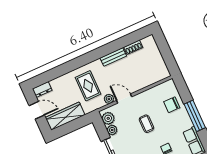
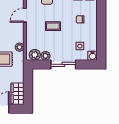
door: (124, 99) -> (25, 15), moved
wardrobe: (65, 116) -> (17, 94), width x0.67

